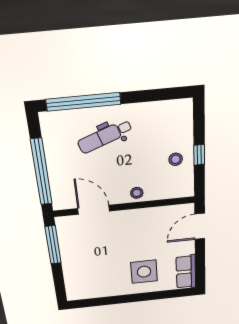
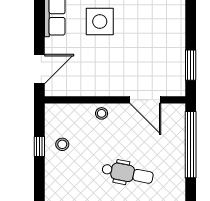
dental chair: (105, 137) -> (128, 173), turned 31
window: (53, 245) -> (191, 65), width x0.69

